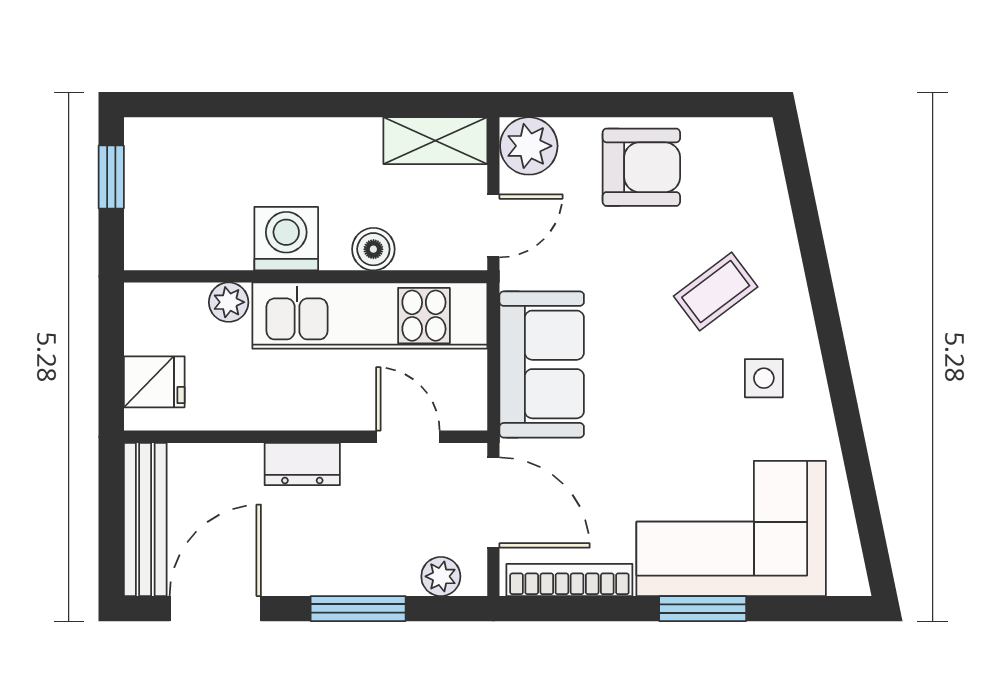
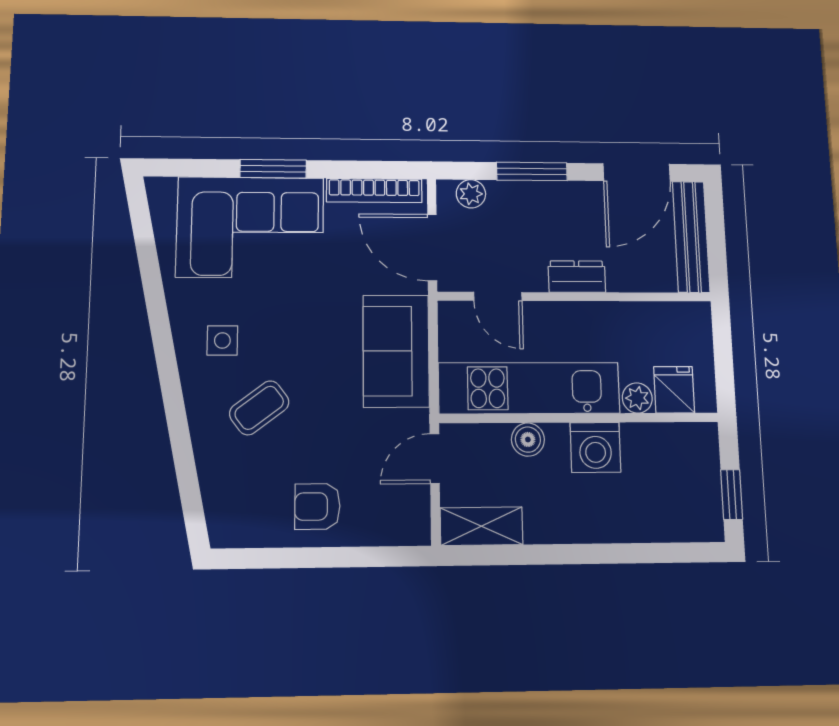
plant: (529, 146) -> (407, 523), removed
armchair: (641, 167) -> (317, 506), width x0.72, depth x0.72
fridge: (154, 382) -> (674, 390), moved, turned 90

